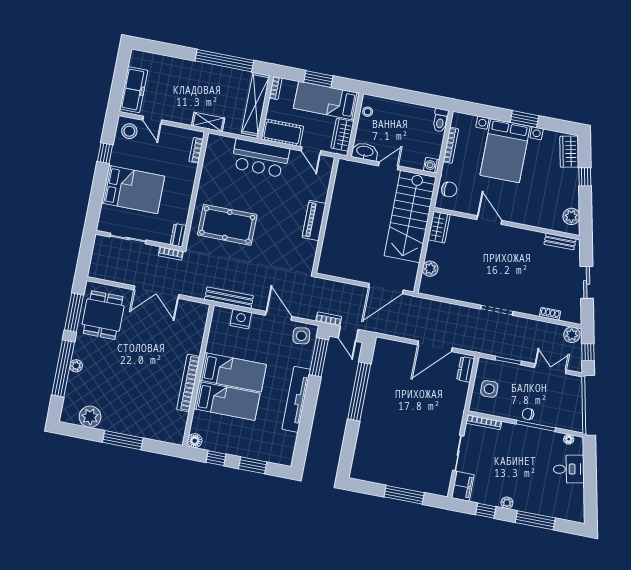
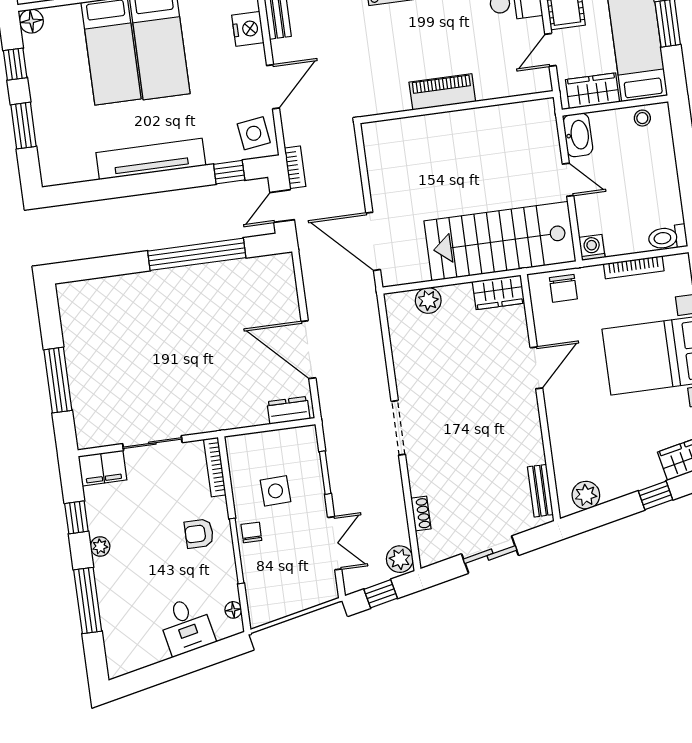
window: (319, 357) -> (229, 172), width x0.46
side table: (489, 389) -> (276, 491), moved
armchair: (519, 444) -> (199, 534), added

